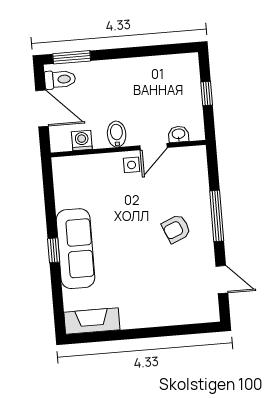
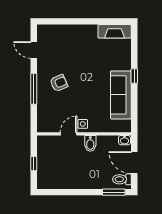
washbasin: (179, 134) -> (124, 140), moved
washing machine: (82, 140) -> (112, 141), removed
sofa: (76, 249) -> (121, 95), moved

